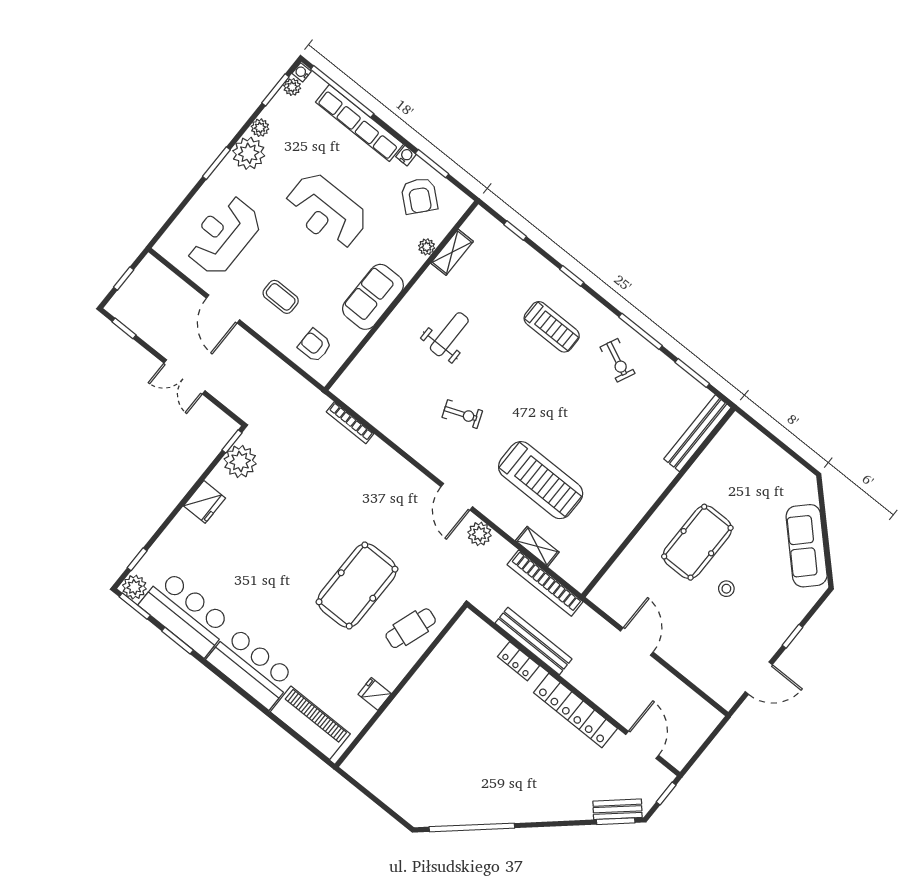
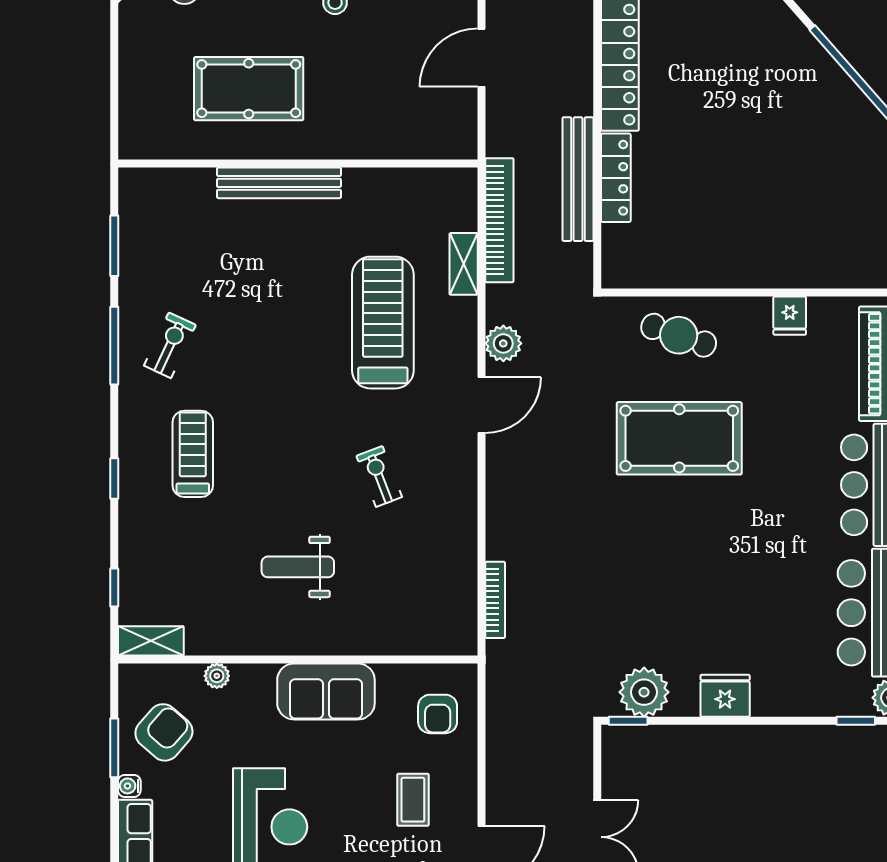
shelving: (452, 252) -> (151, 641), moved
bench: (697, 433) -> (279, 183), moved
pool table: (697, 542) -> (249, 89), moved
locker: (518, 661) -> (616, 178), width x1.53

